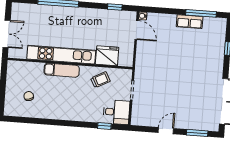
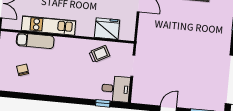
kitchen unit: (61, 55) -> (49, 25), width x0.73
exam couch: (62, 70) -> (35, 41), moved

